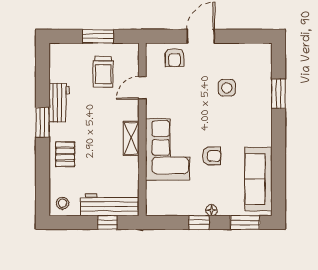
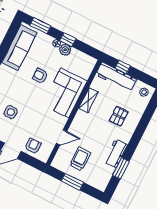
window: (43, 122) -> (121, 168), moved
shelving: (131, 138) -> (89, 100), moved
pallet: (65, 154) -> (119, 116), moved
plant: (196, 207) -> (65, 50), added

